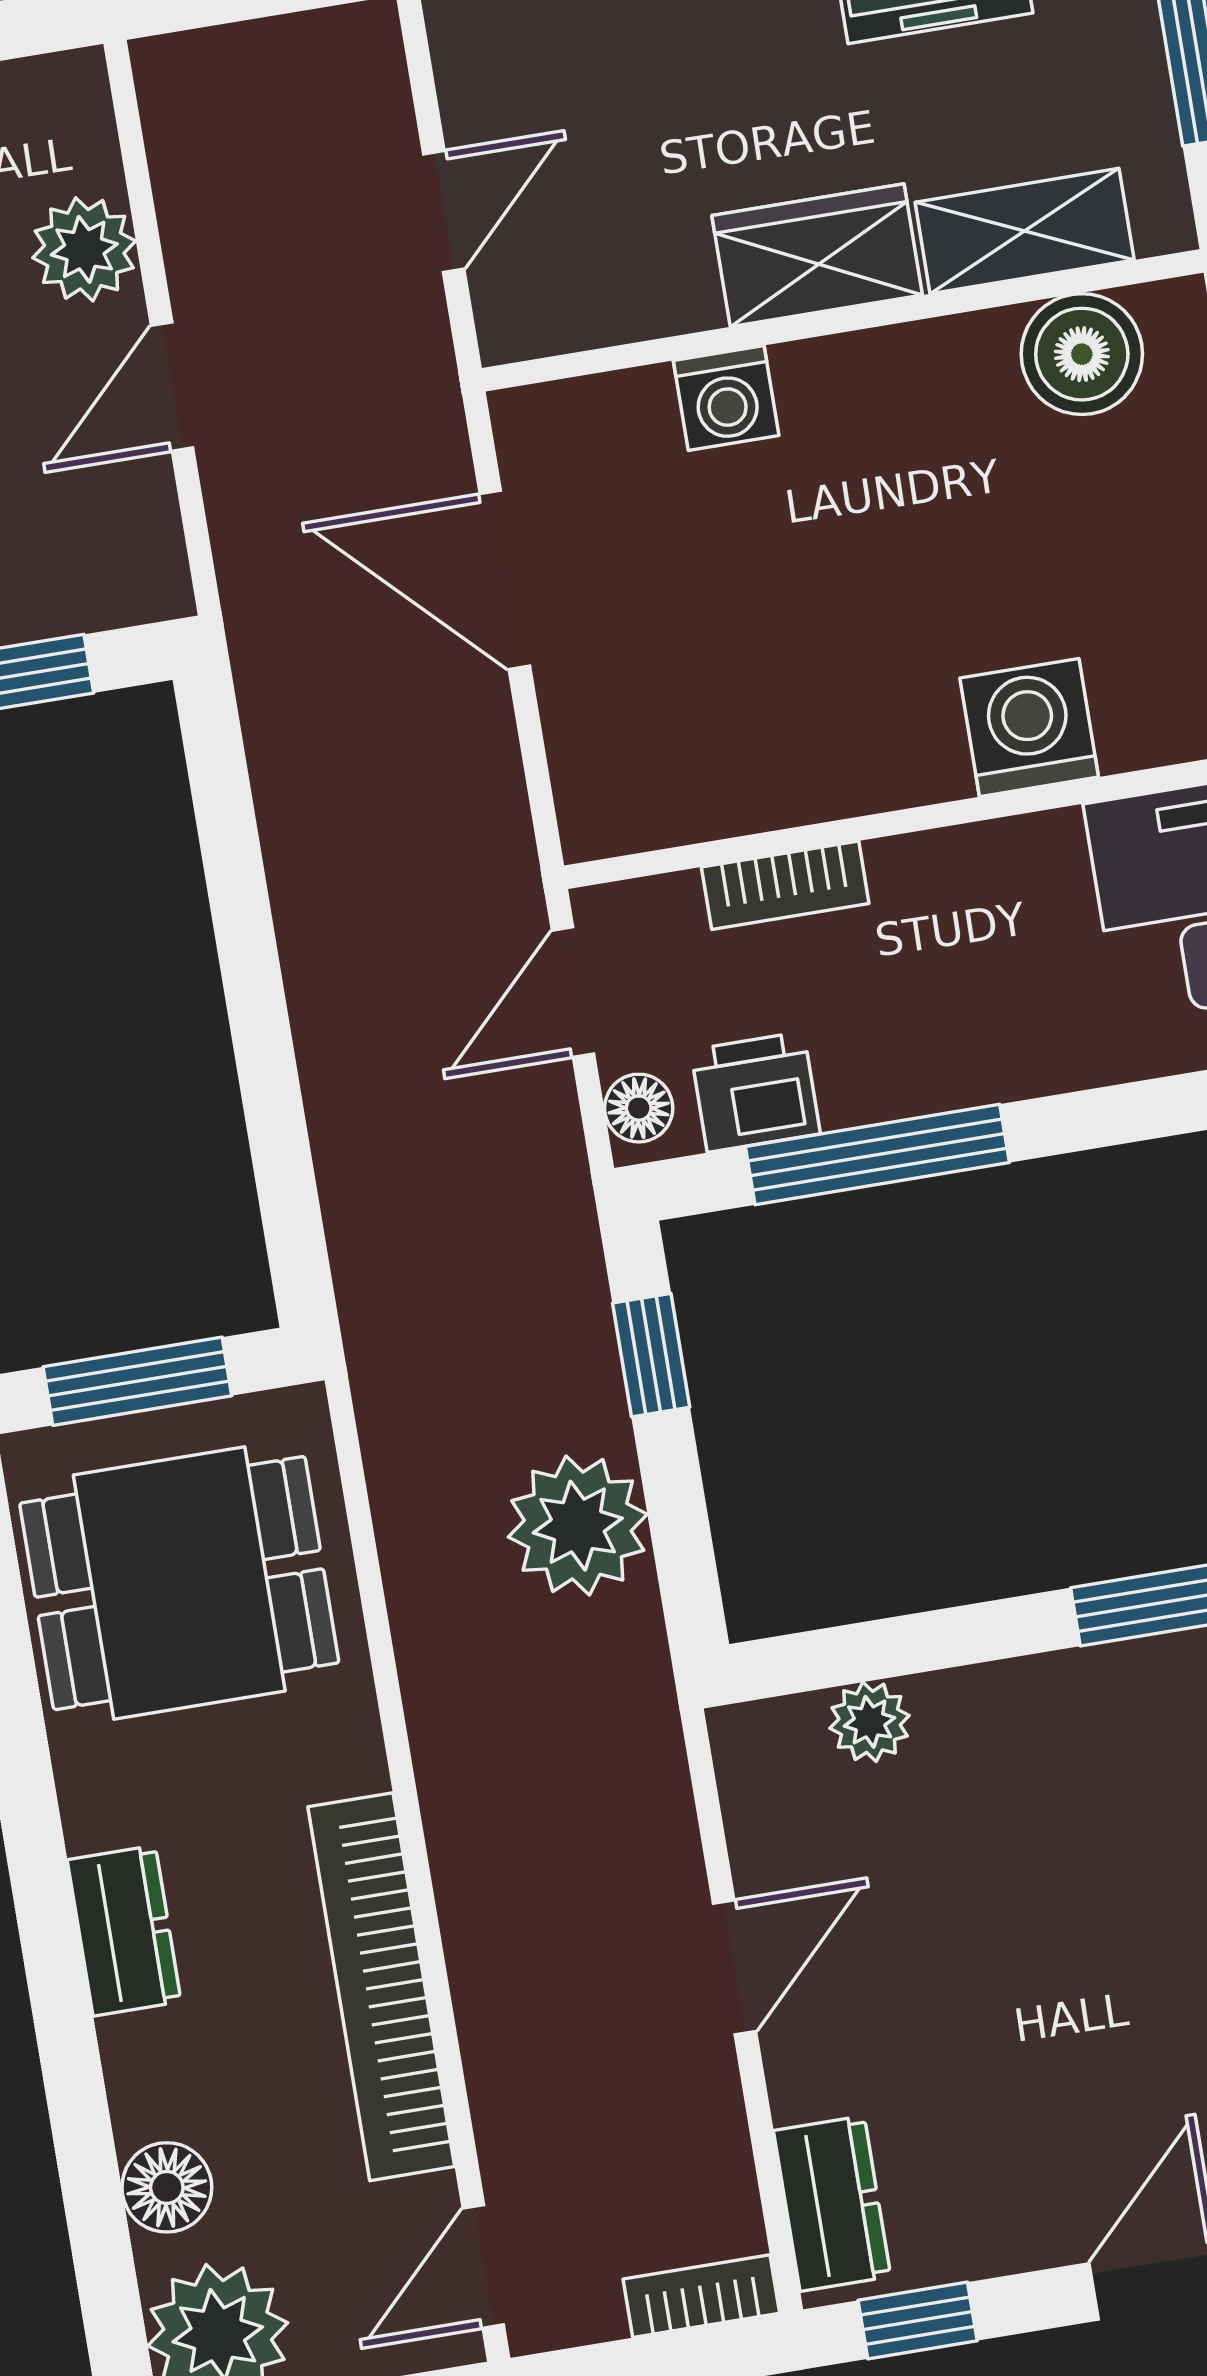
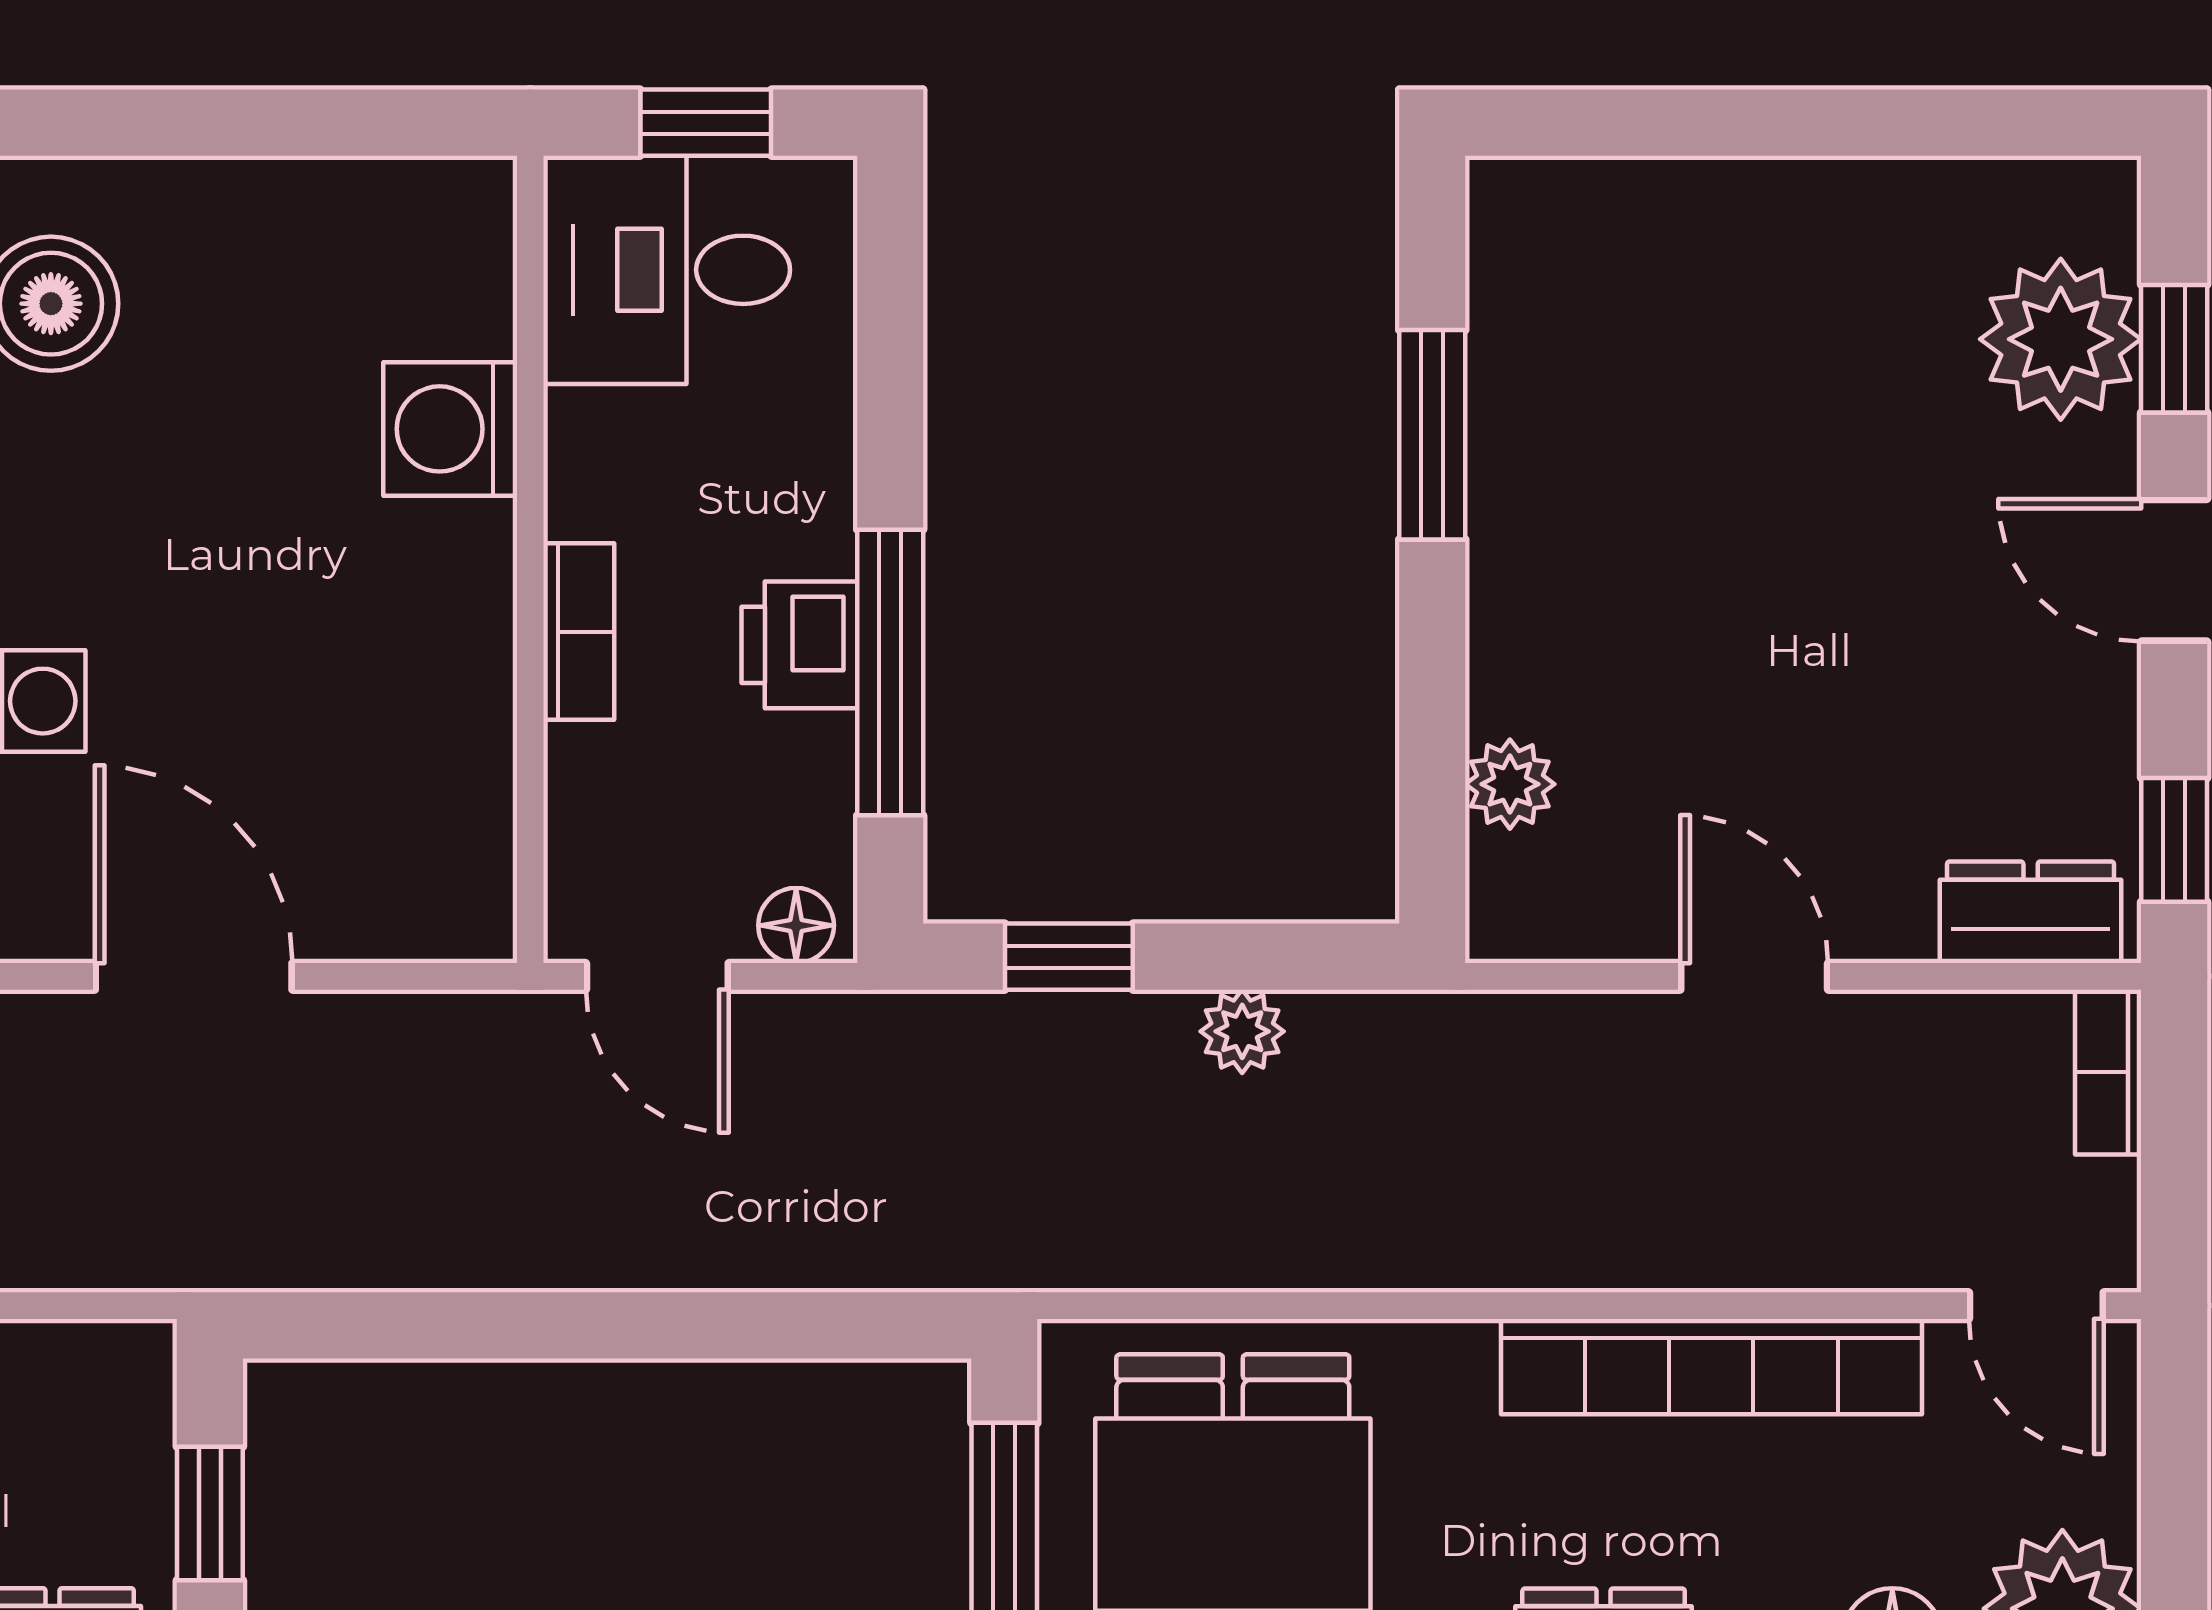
door: (505, 580) -> (194, 976), swing flipped
bookcase: (785, 885) -> (579, 632), moved
printer: (755, 1092) -> (799, 645), moved
plant: (578, 1526) -> (1242, 1031), width x0.53, depth x0.53

